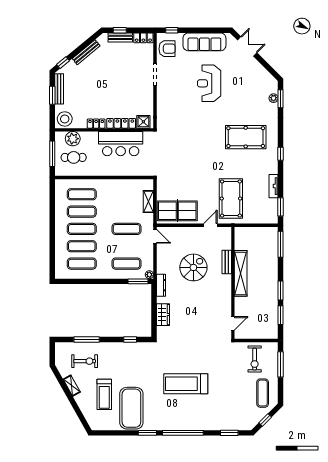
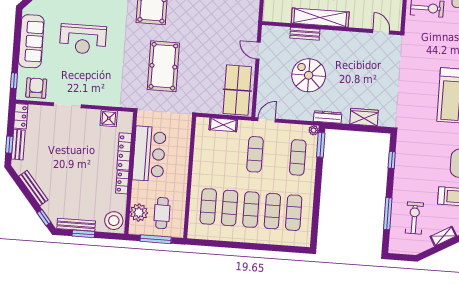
shower: (143, 122) -> (109, 118), moved
pool table: (231, 199) -> (163, 66), moved, turned 90

